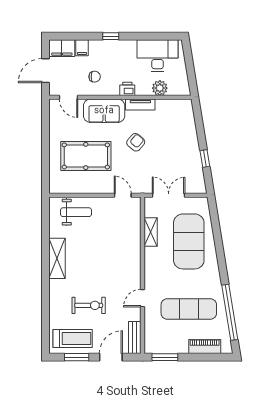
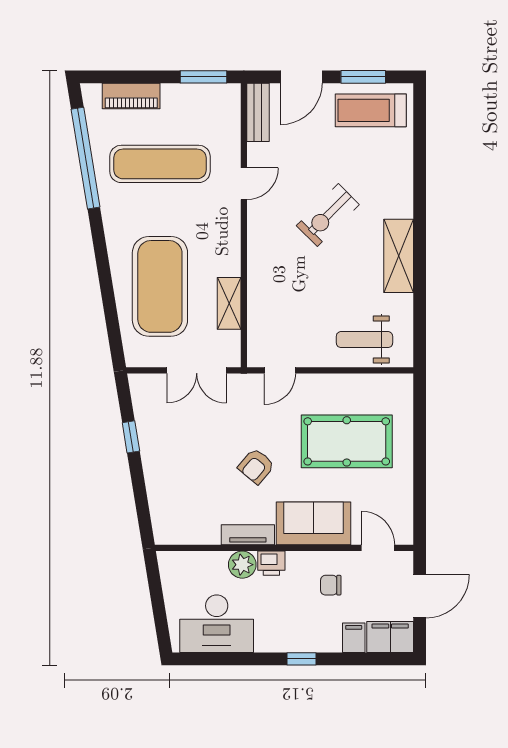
plant: (160, 88) -> (242, 565), moved
door: (123, 195) -> (280, 370), hinge flipped
exercise bike: (89, 305) -> (328, 215), moved, turned -45

